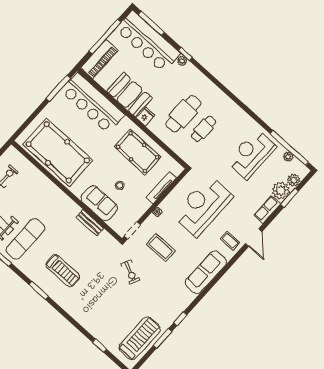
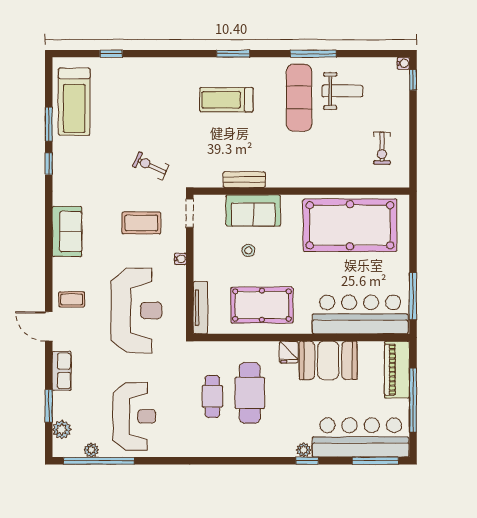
tv unit: (161, 188) -> (200, 308), moved
plant: (281, 191) -> (66, 405), removed
sofa: (206, 272) -> (67, 231), width x0.73

